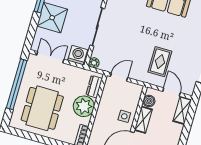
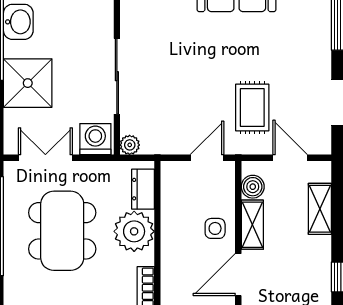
door: (119, 77) -> (207, 158), moved
dining table: (42, 108) -> (62, 231), moved
shelving: (182, 110) -> (320, 209), moved

